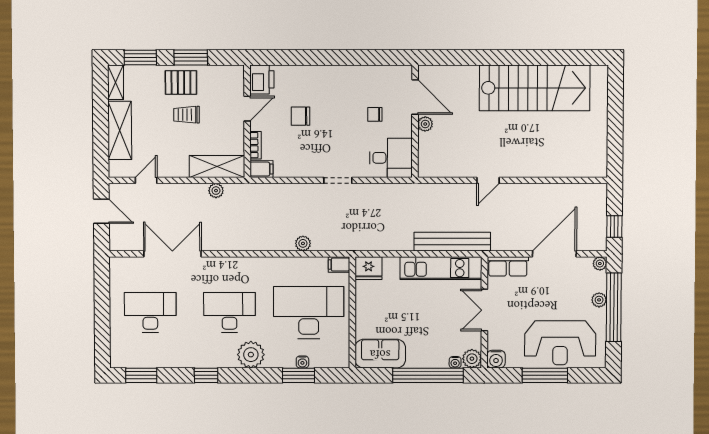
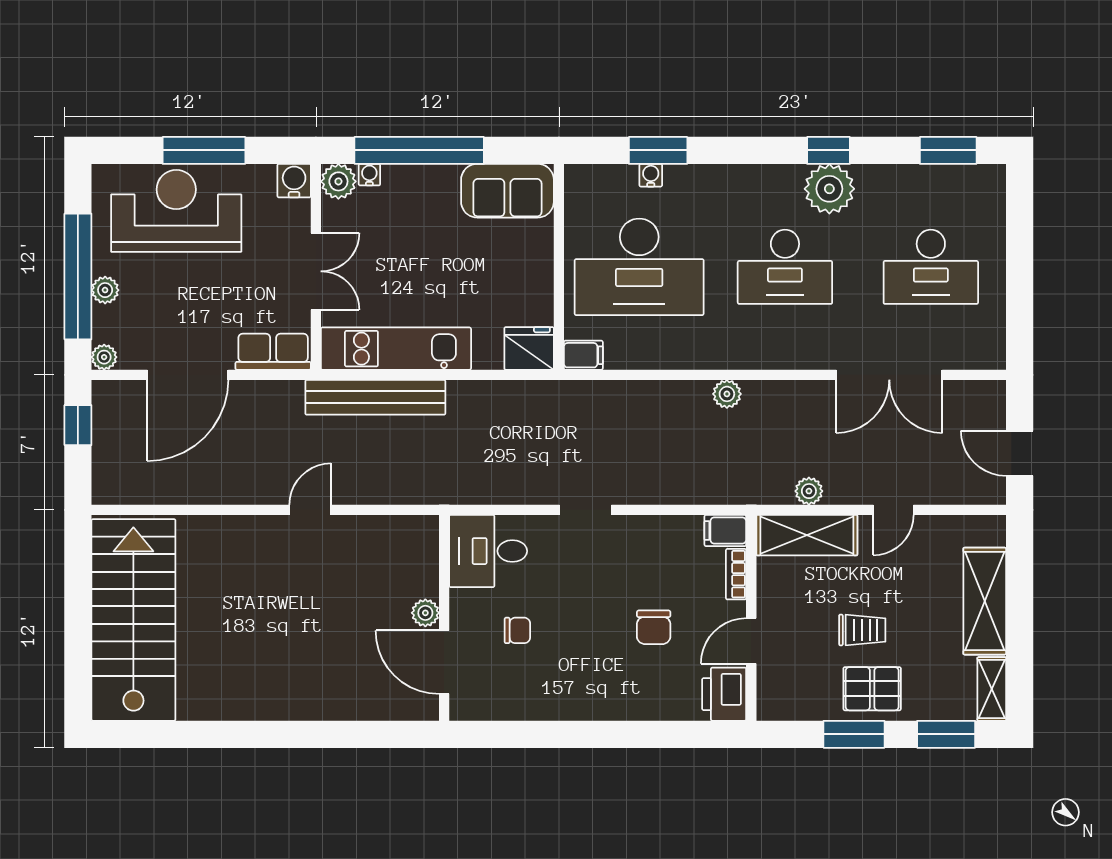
stairs: (535, 88) -> (133, 620), moved, turned 90
chair: (300, 116) -> (654, 627), turned 90
door: (146, 180) -> (893, 510), moved
plant: (303, 243) -> (727, 394), moved
plant: (251, 355) -> (829, 189), moved

